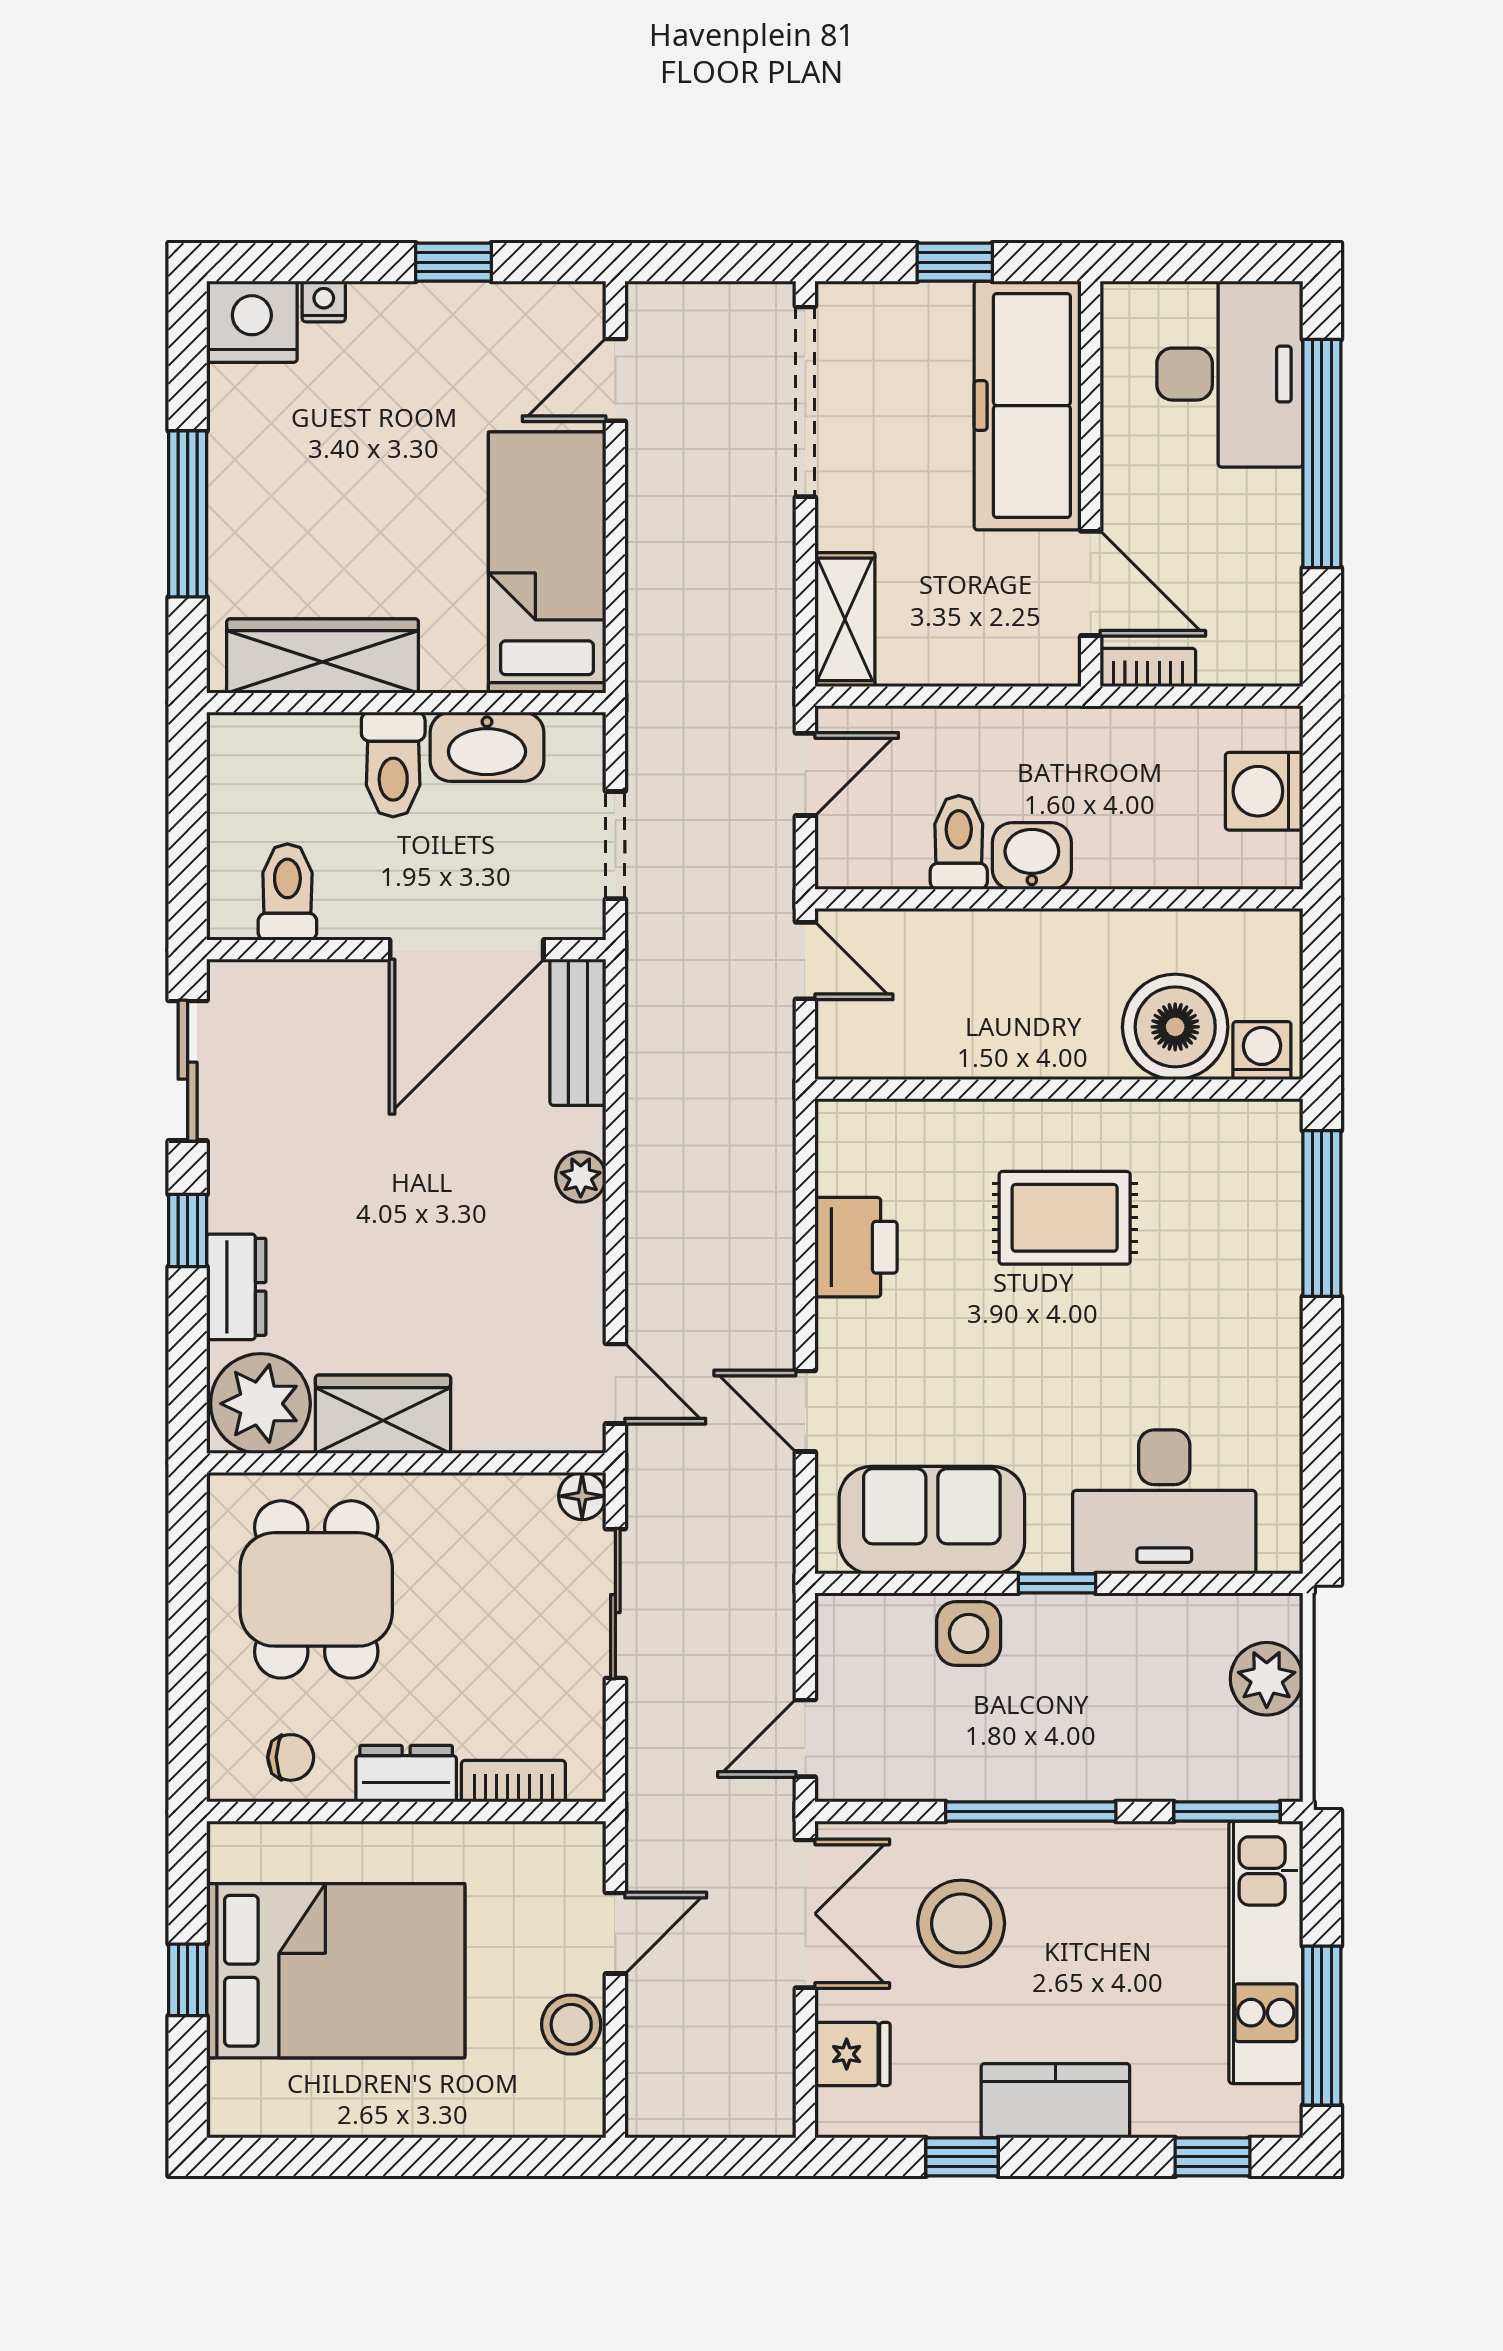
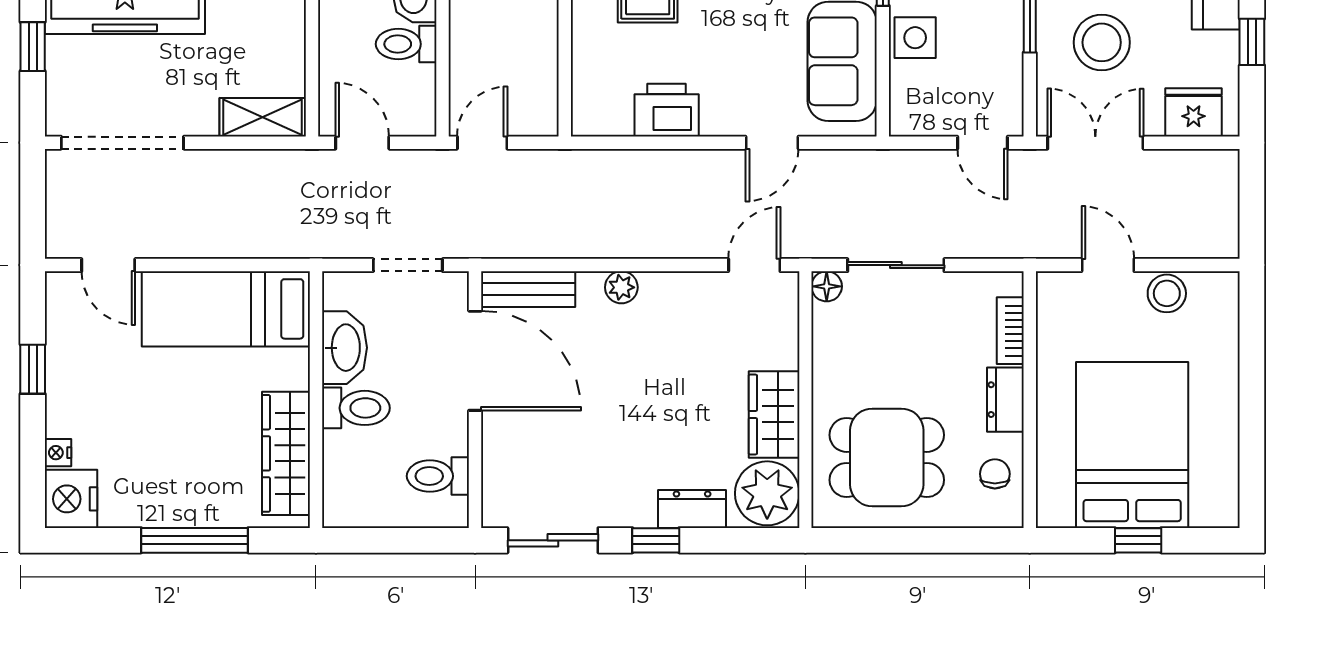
fridge: (853, 2054) -> (1194, 112), width x1.38

